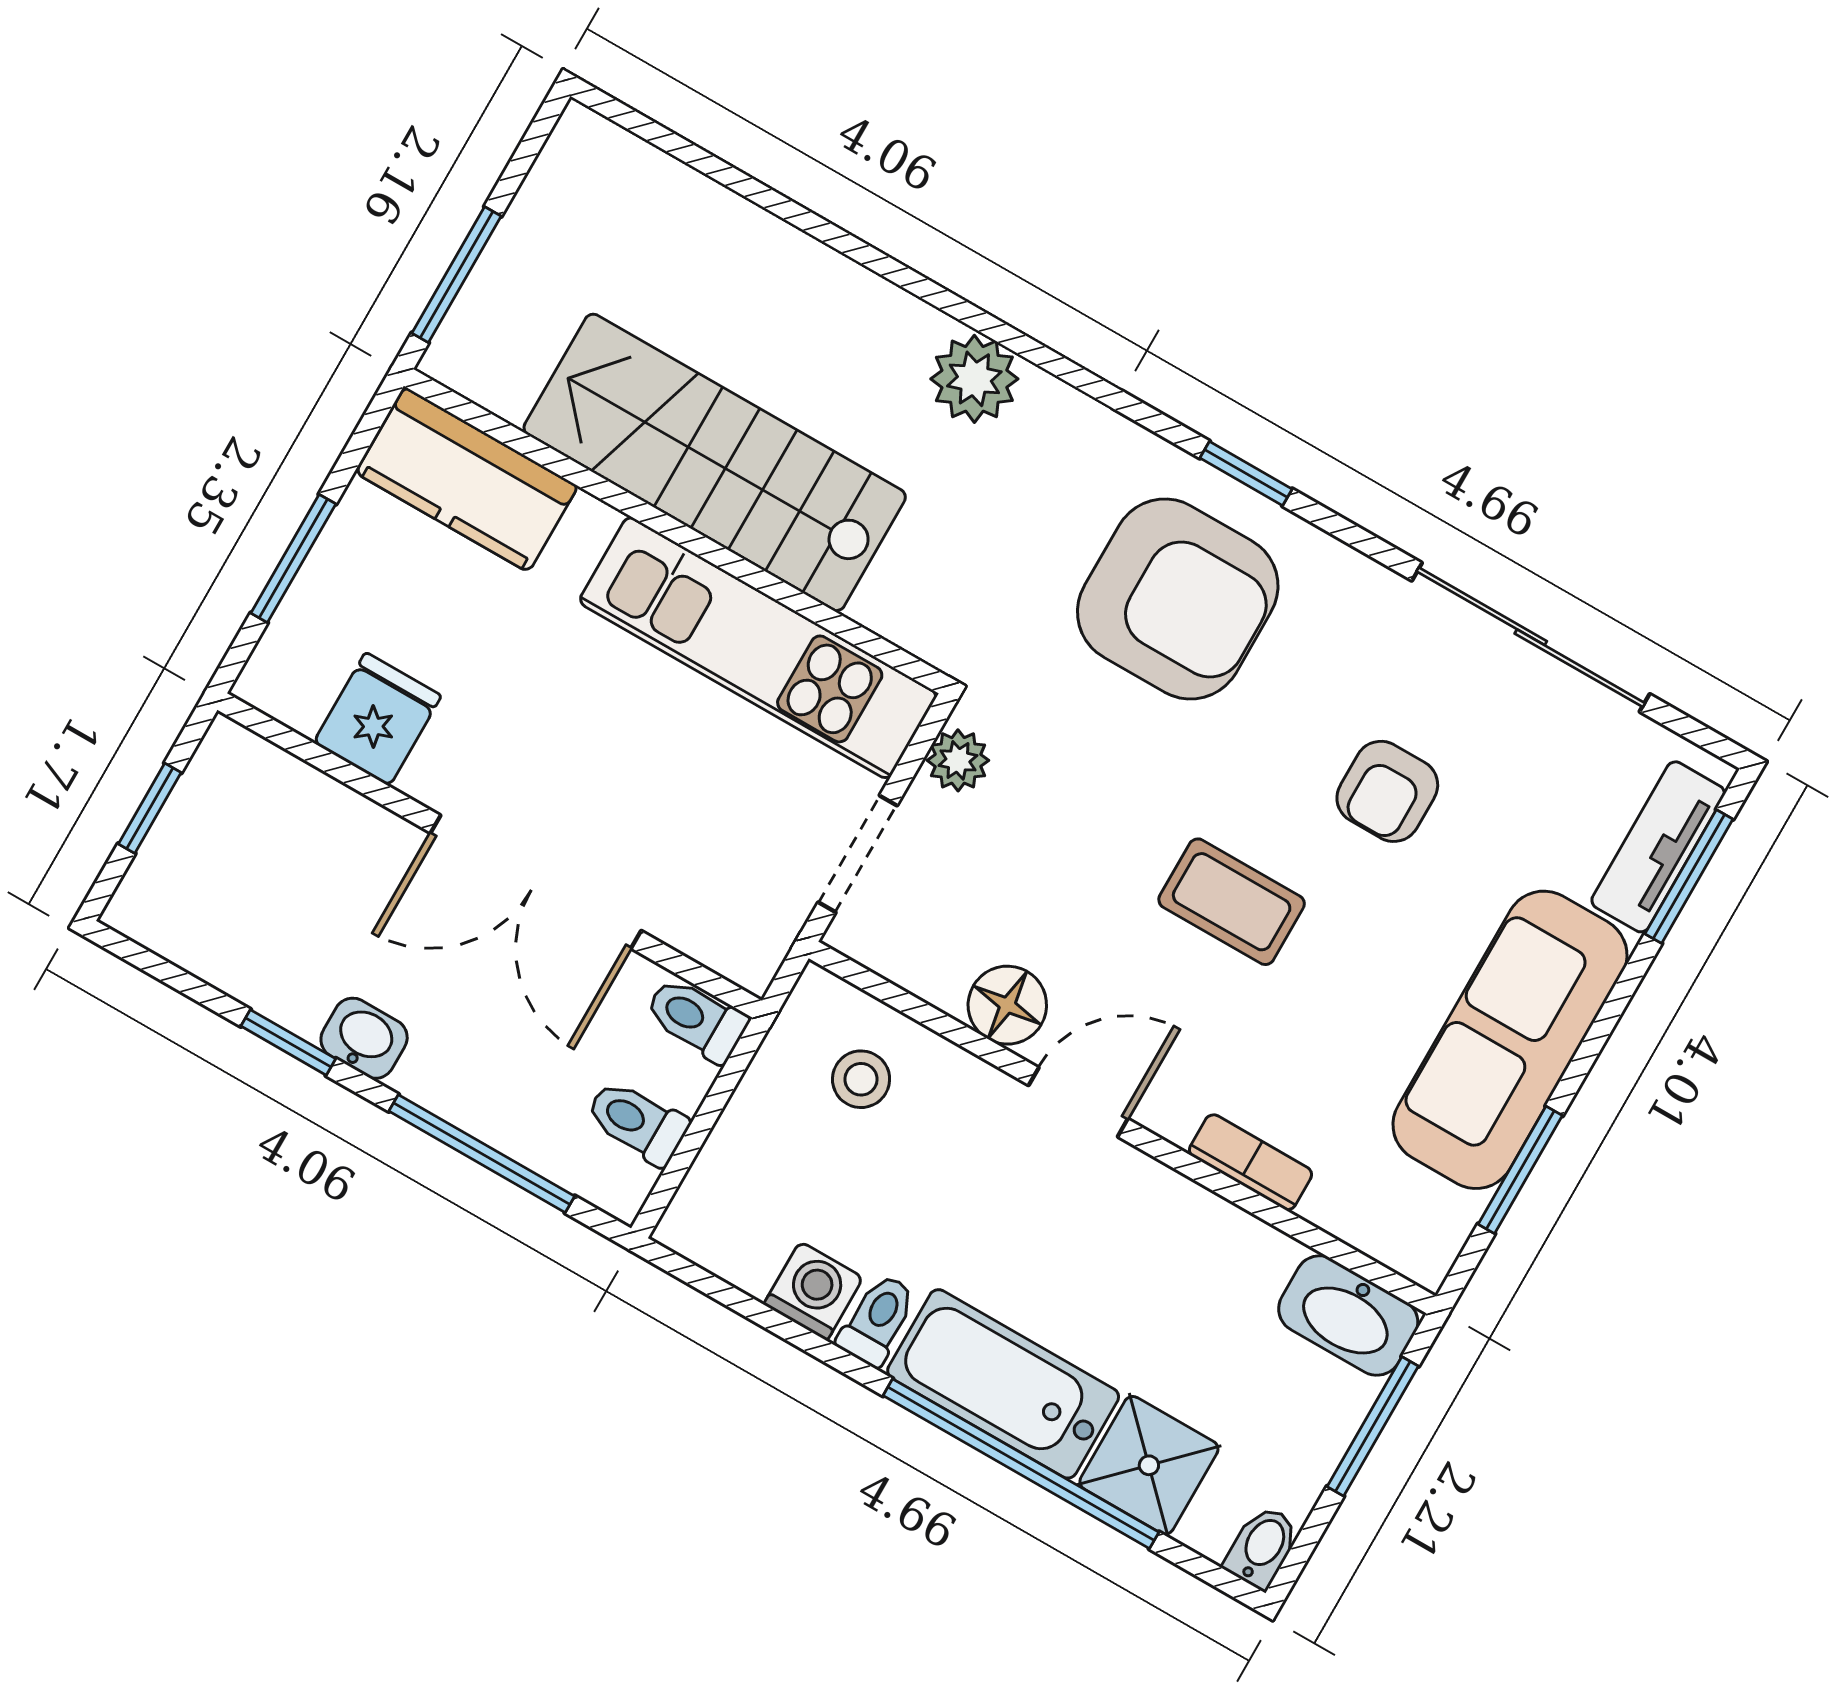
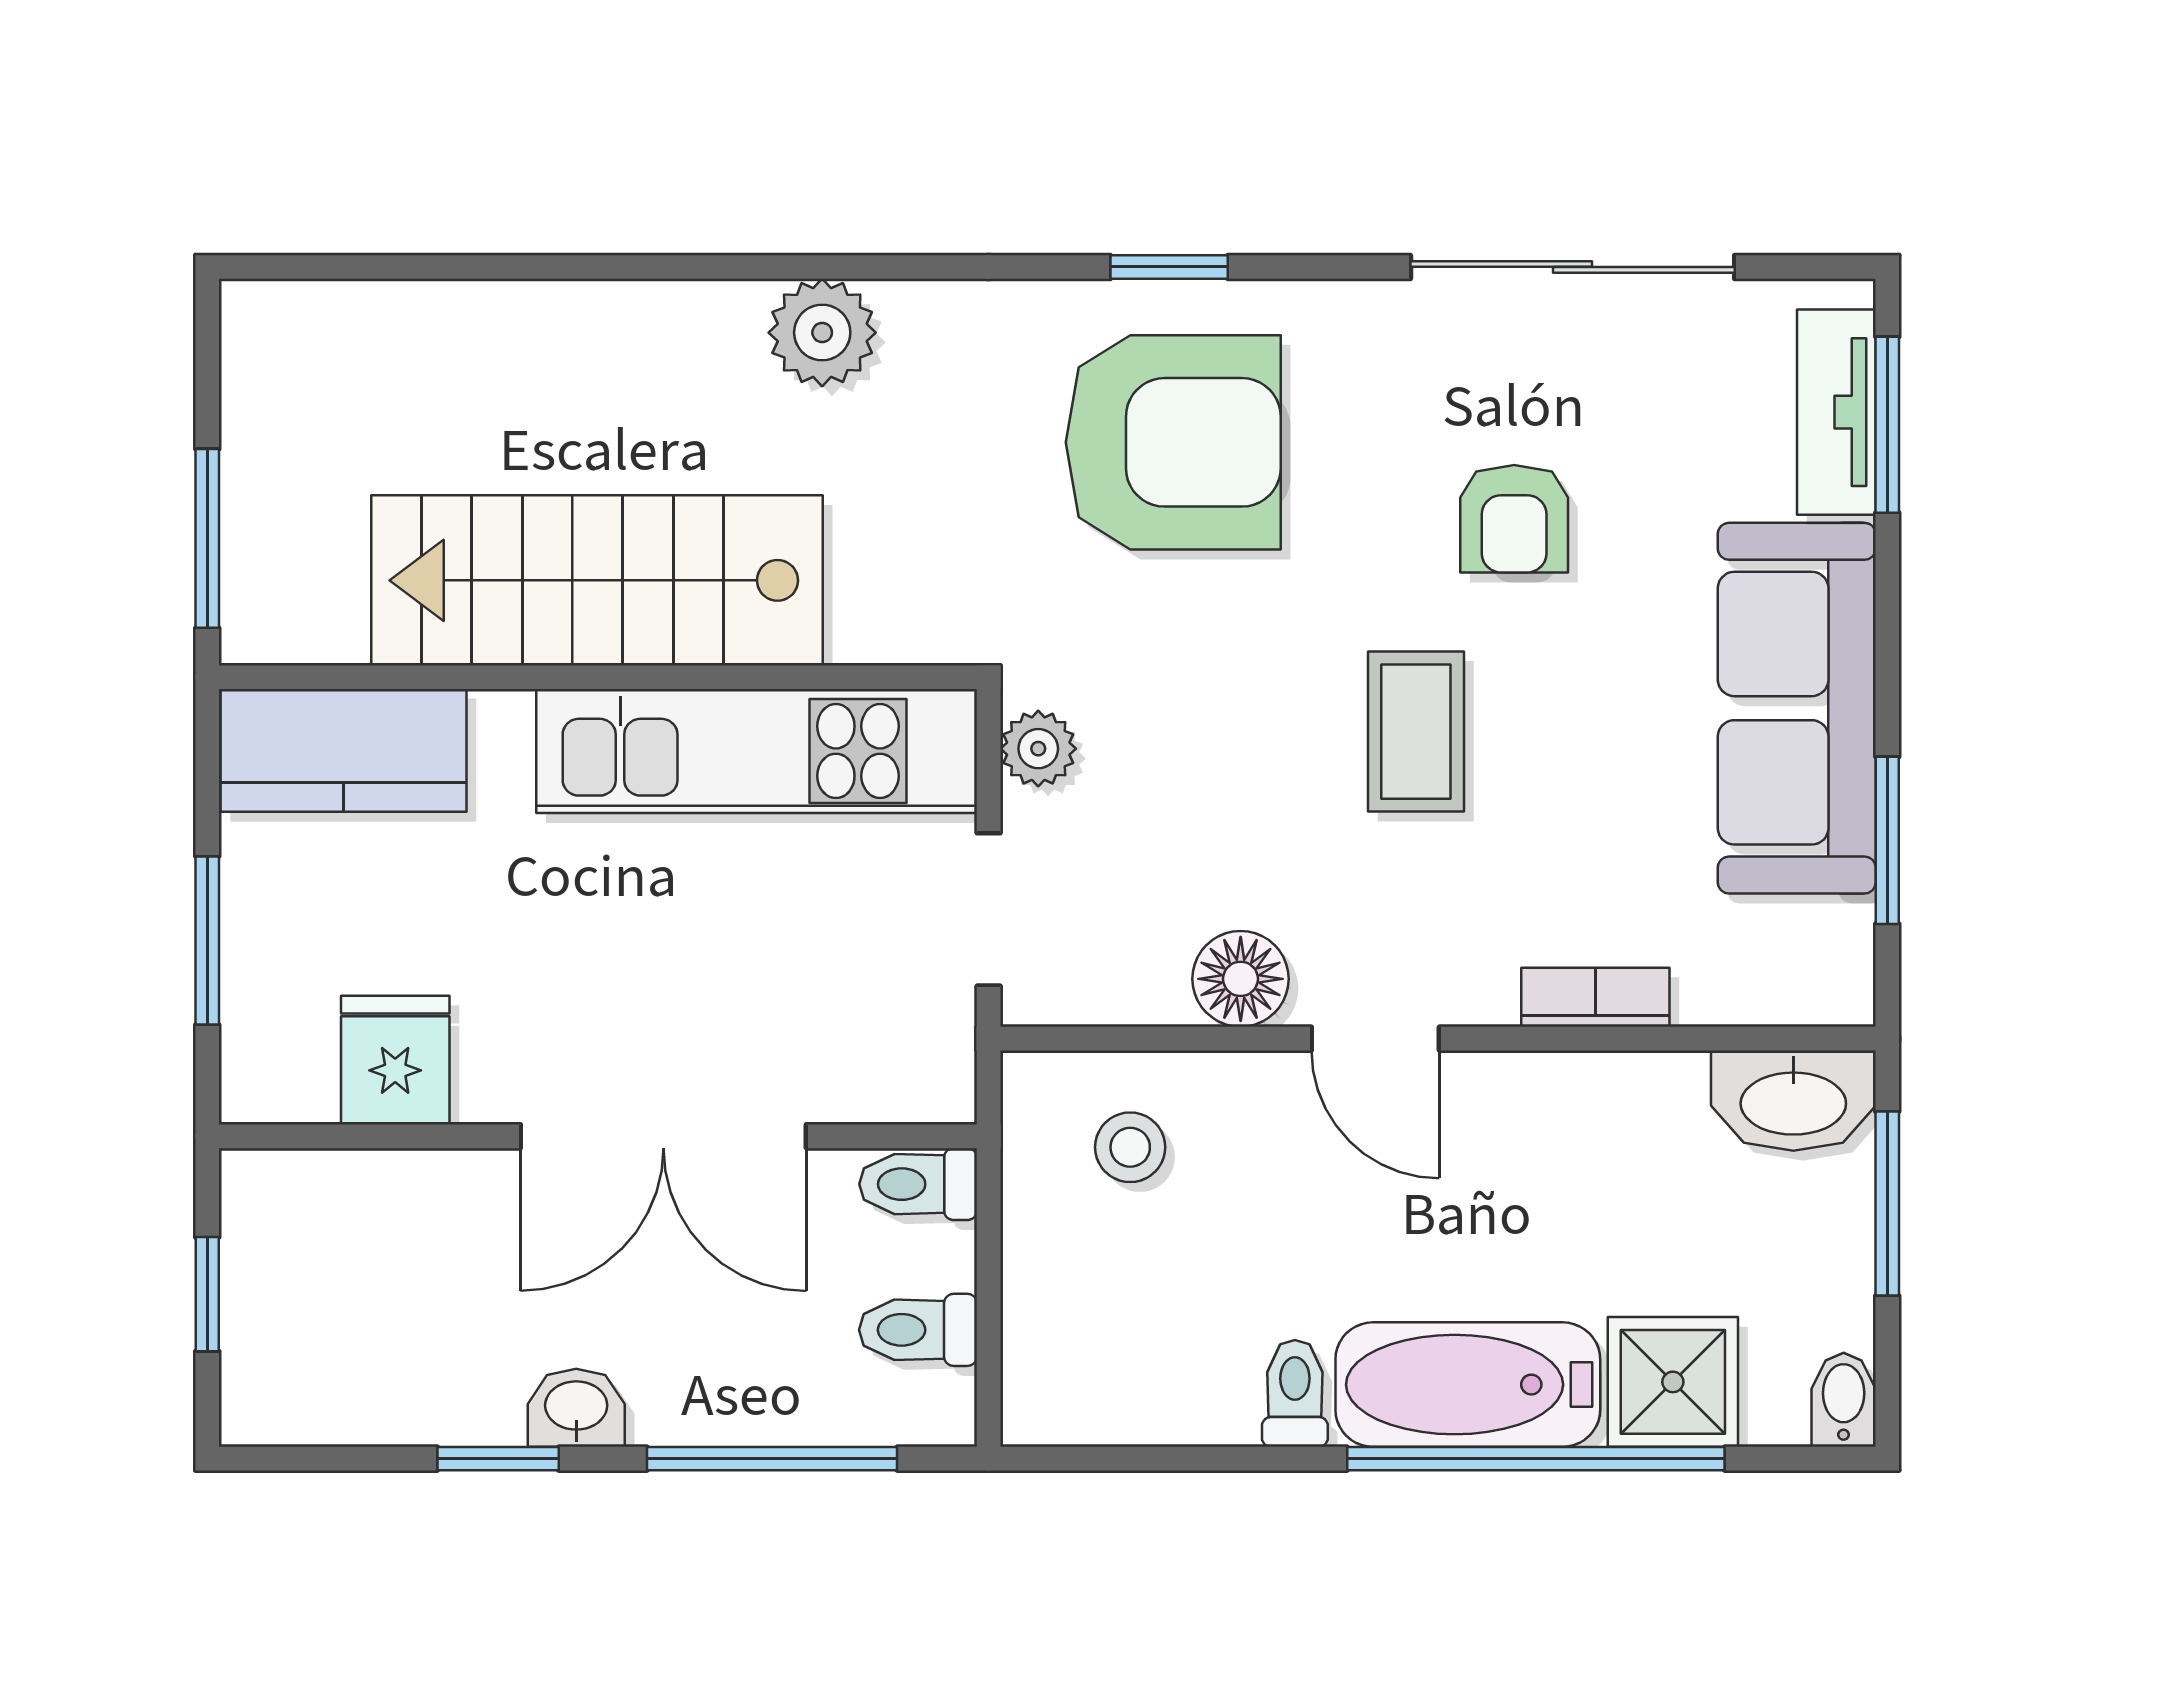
coffee table: (1232, 902) -> (1416, 732), turned 90
door: (1078, 1102) -> (1375, 1039), swing flipped
washing machine: (813, 1291) -> (1209, 1402), removed

